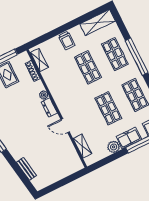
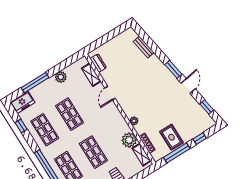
plant: (50, 76) -> (129, 140), added
dresser: (49, 107) -> (98, 63), moved
door: (65, 126) -> (110, 93), swing flipped
freezer: (129, 138) -> (47, 87), removed

